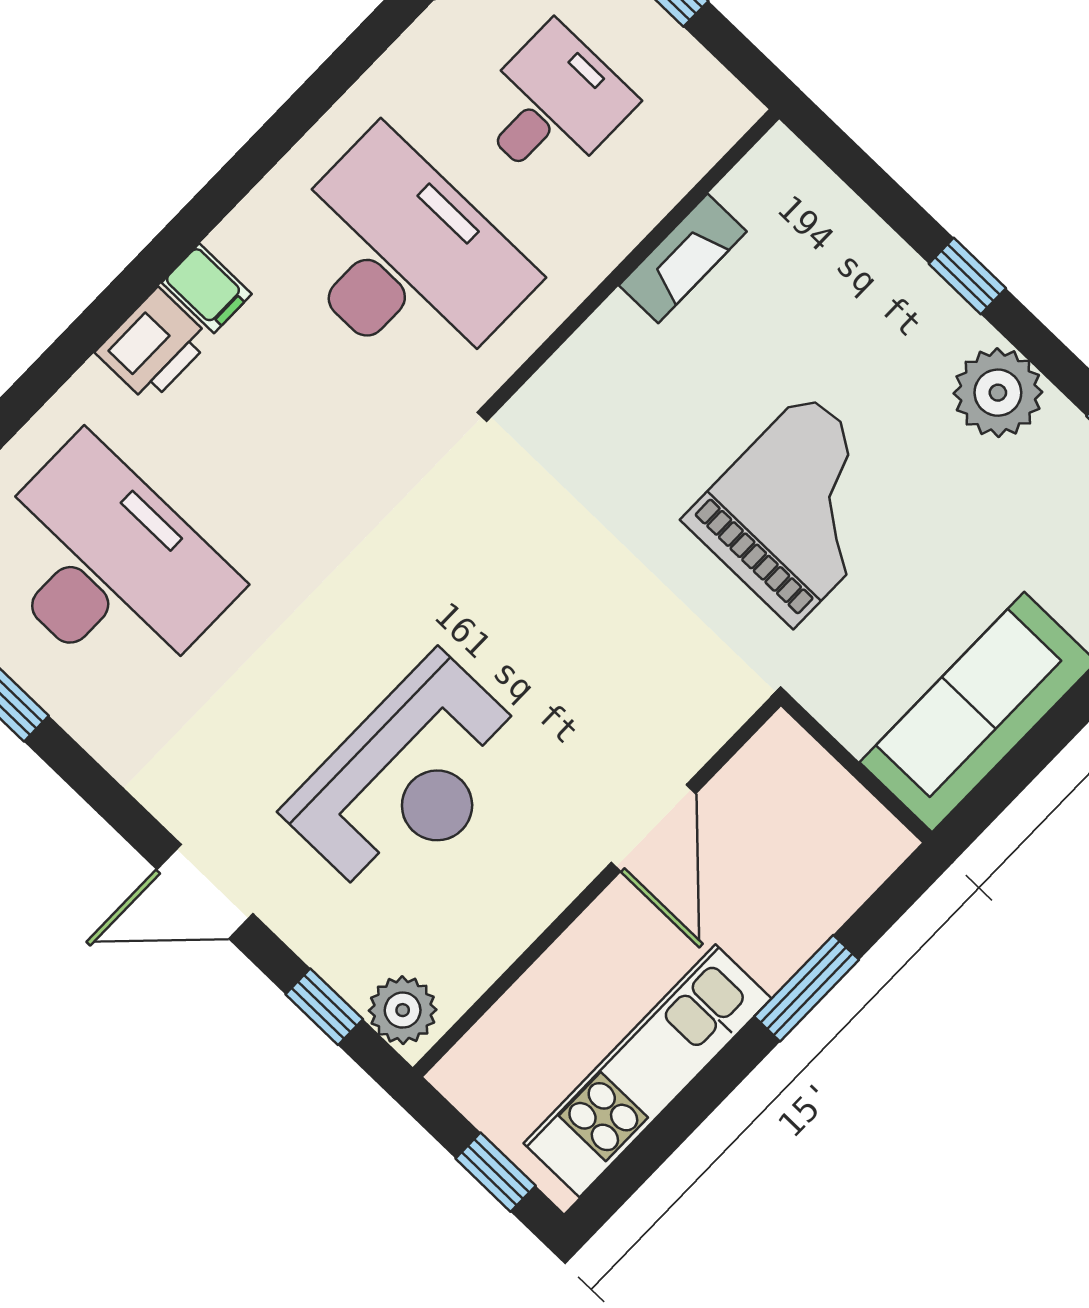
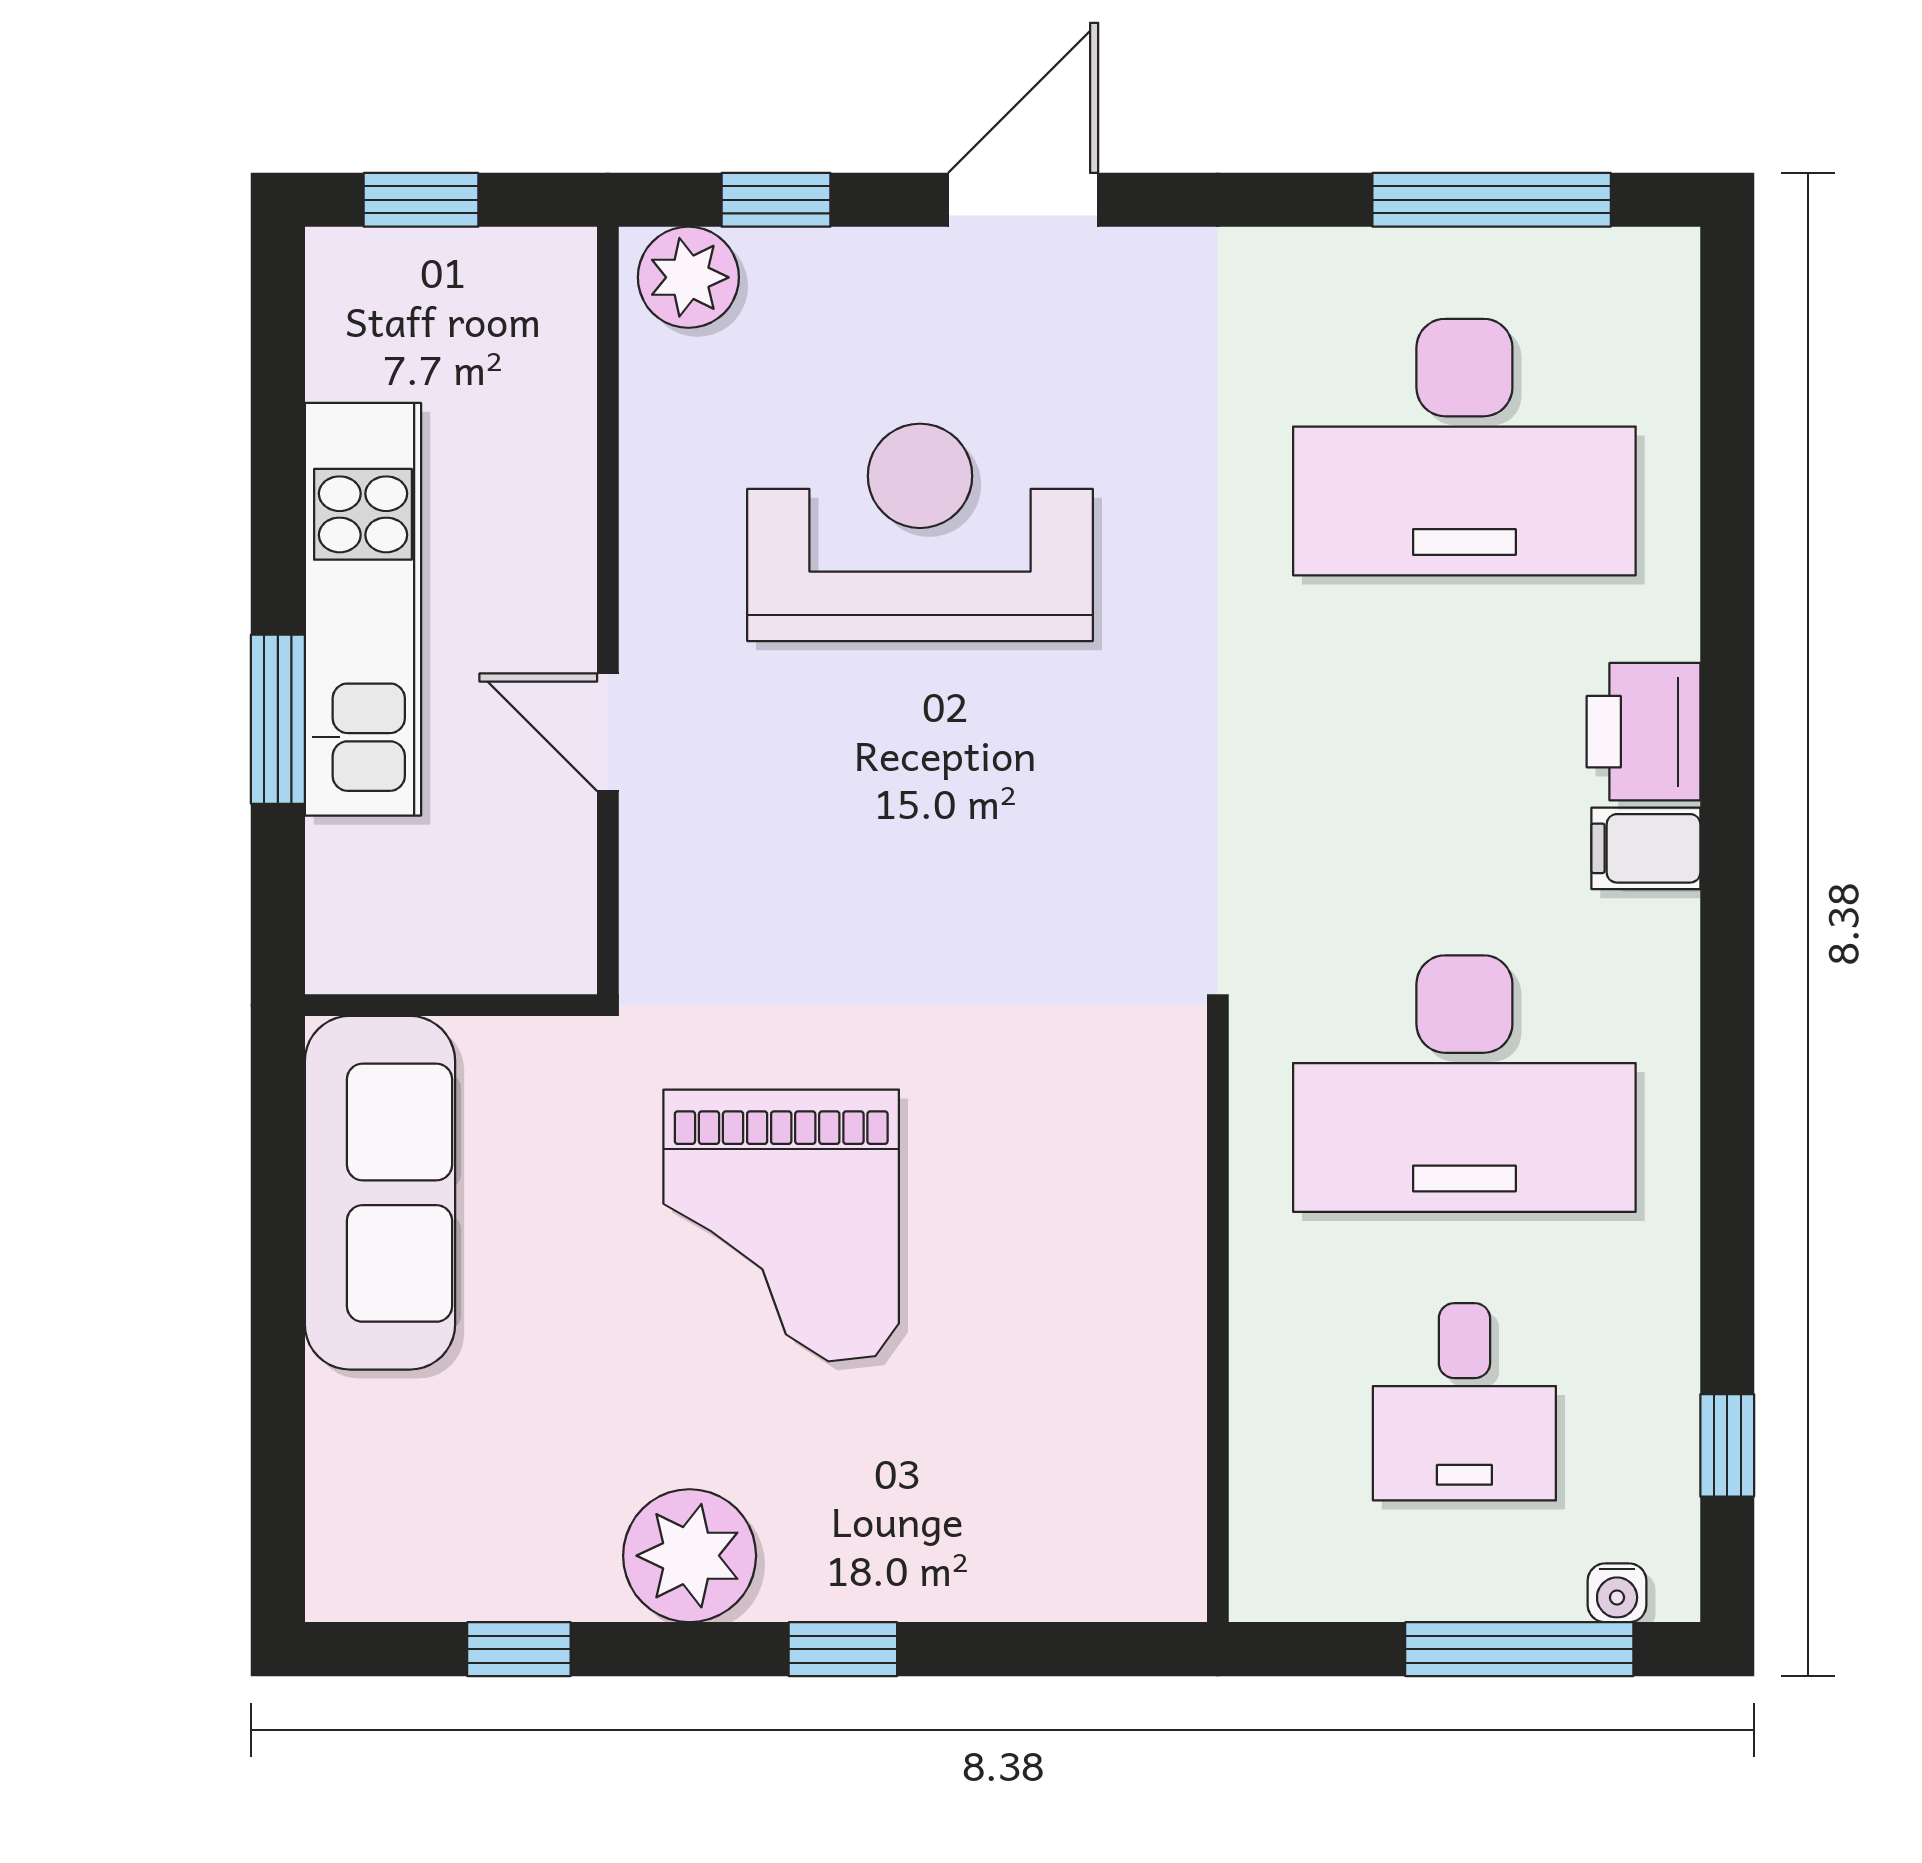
fireplace: (683, 258) -> (1166, 1373), removed
reception desk: (410, 779) -> (920, 532), turned 90
door: (654, 828) -> (608, 732), width x0.73
kitchen unit: (648, 1071) -> (363, 609), moved

